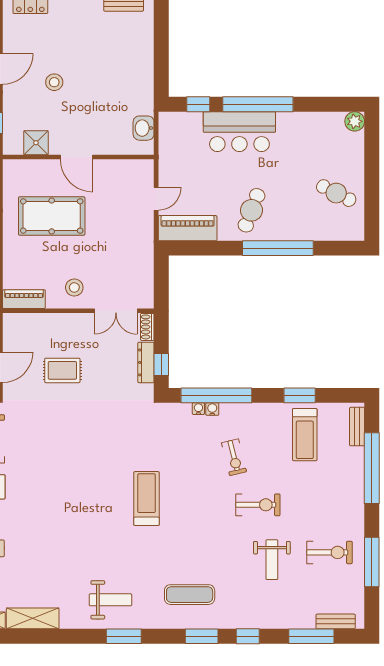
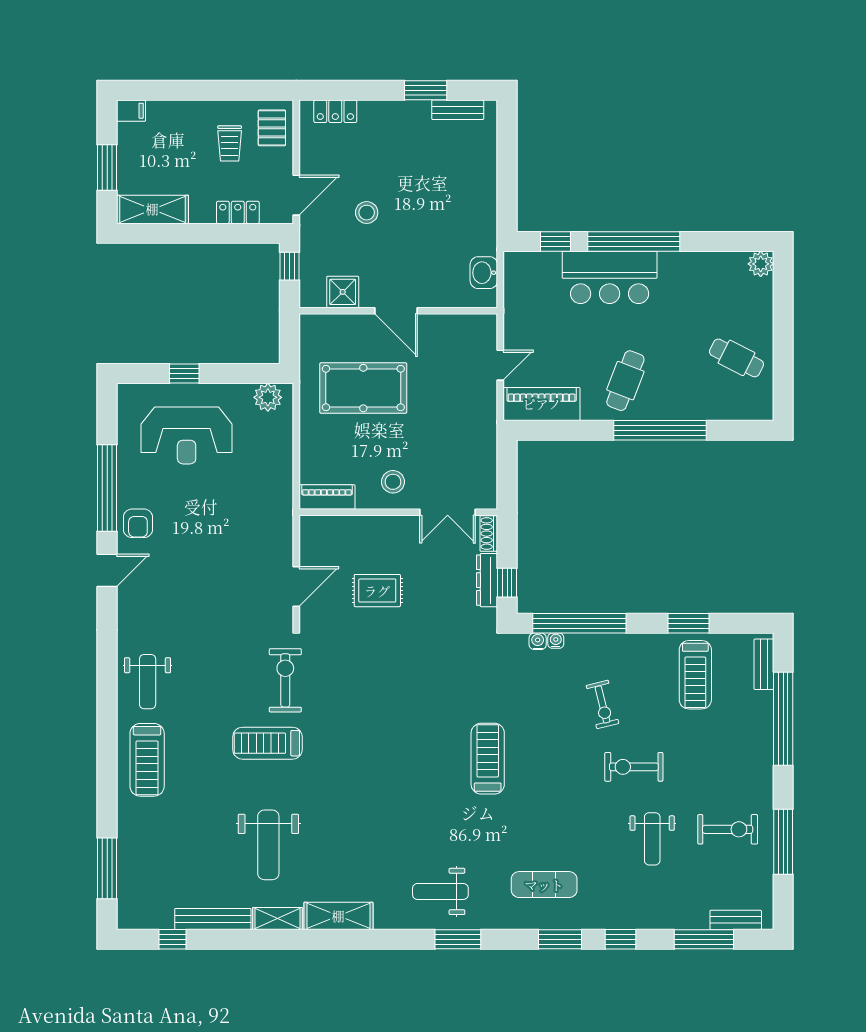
water cooler: (212, 409) -> (538, 641), moved
exercise bike: (258, 505) -> (634, 767), turned 180
weight bench: (110, 600) -> (440, 891), turned 180

